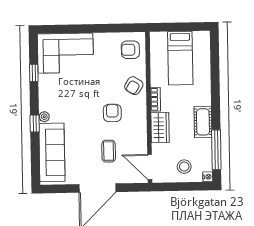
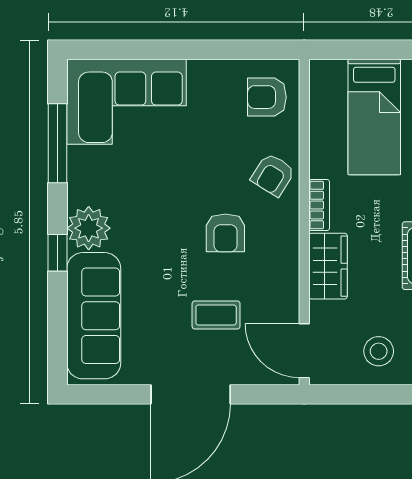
window: (34, 73) -> (57, 143), width x2.17
armchair: (112, 113) -> (225, 233), turned 180
plant: (44, 117) -> (89, 228), width x1.88, depth x1.88
coffee table: (109, 151) -> (216, 315), turned 90

